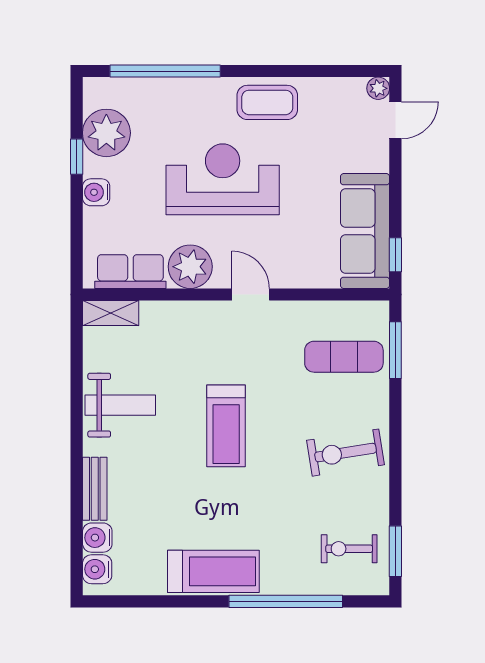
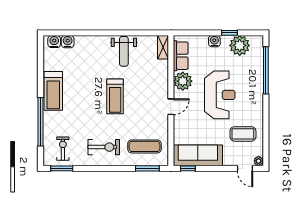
coffee table: (267, 102) -> (243, 134), moved, turned 90
exercise mat: (344, 357) -> (144, 146), turned 90
treadmill: (226, 426) -> (115, 96), turned -90
exercise bike: (346, 453) -> (104, 147), turned 99
bench: (95, 489) -> (88, 40), removed

